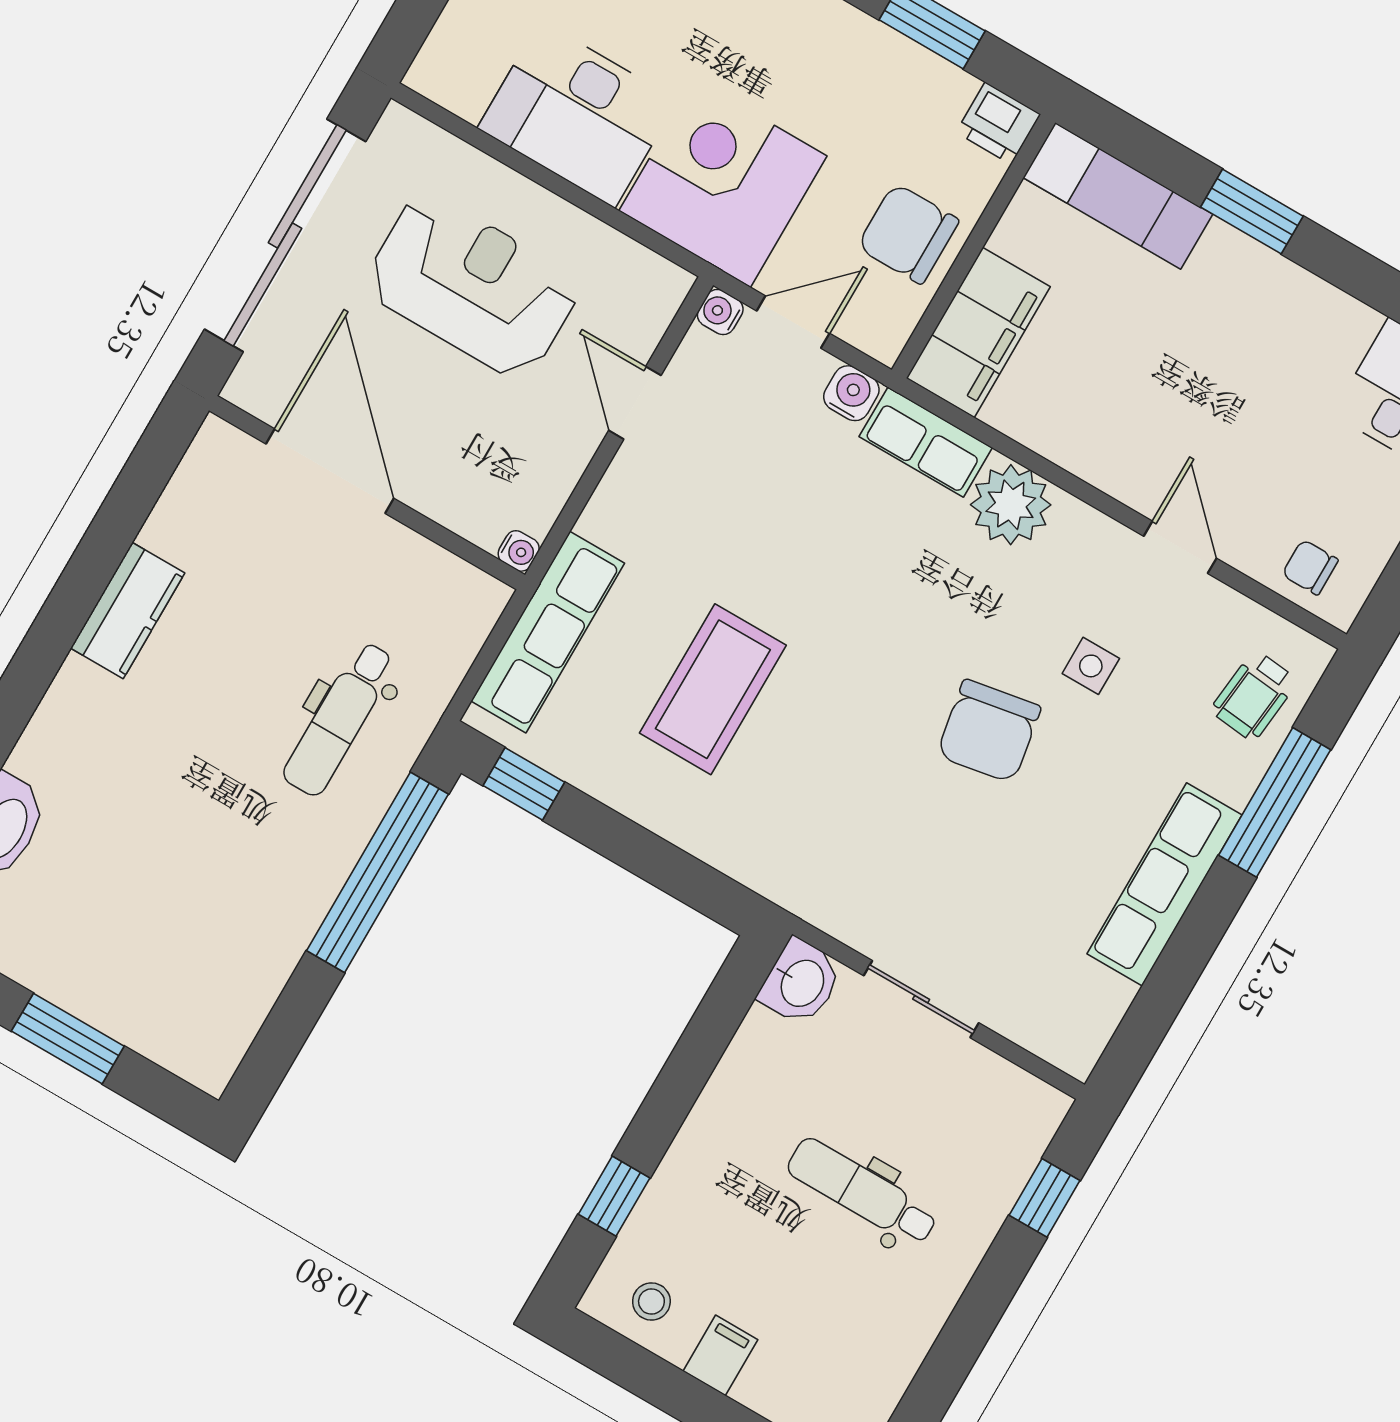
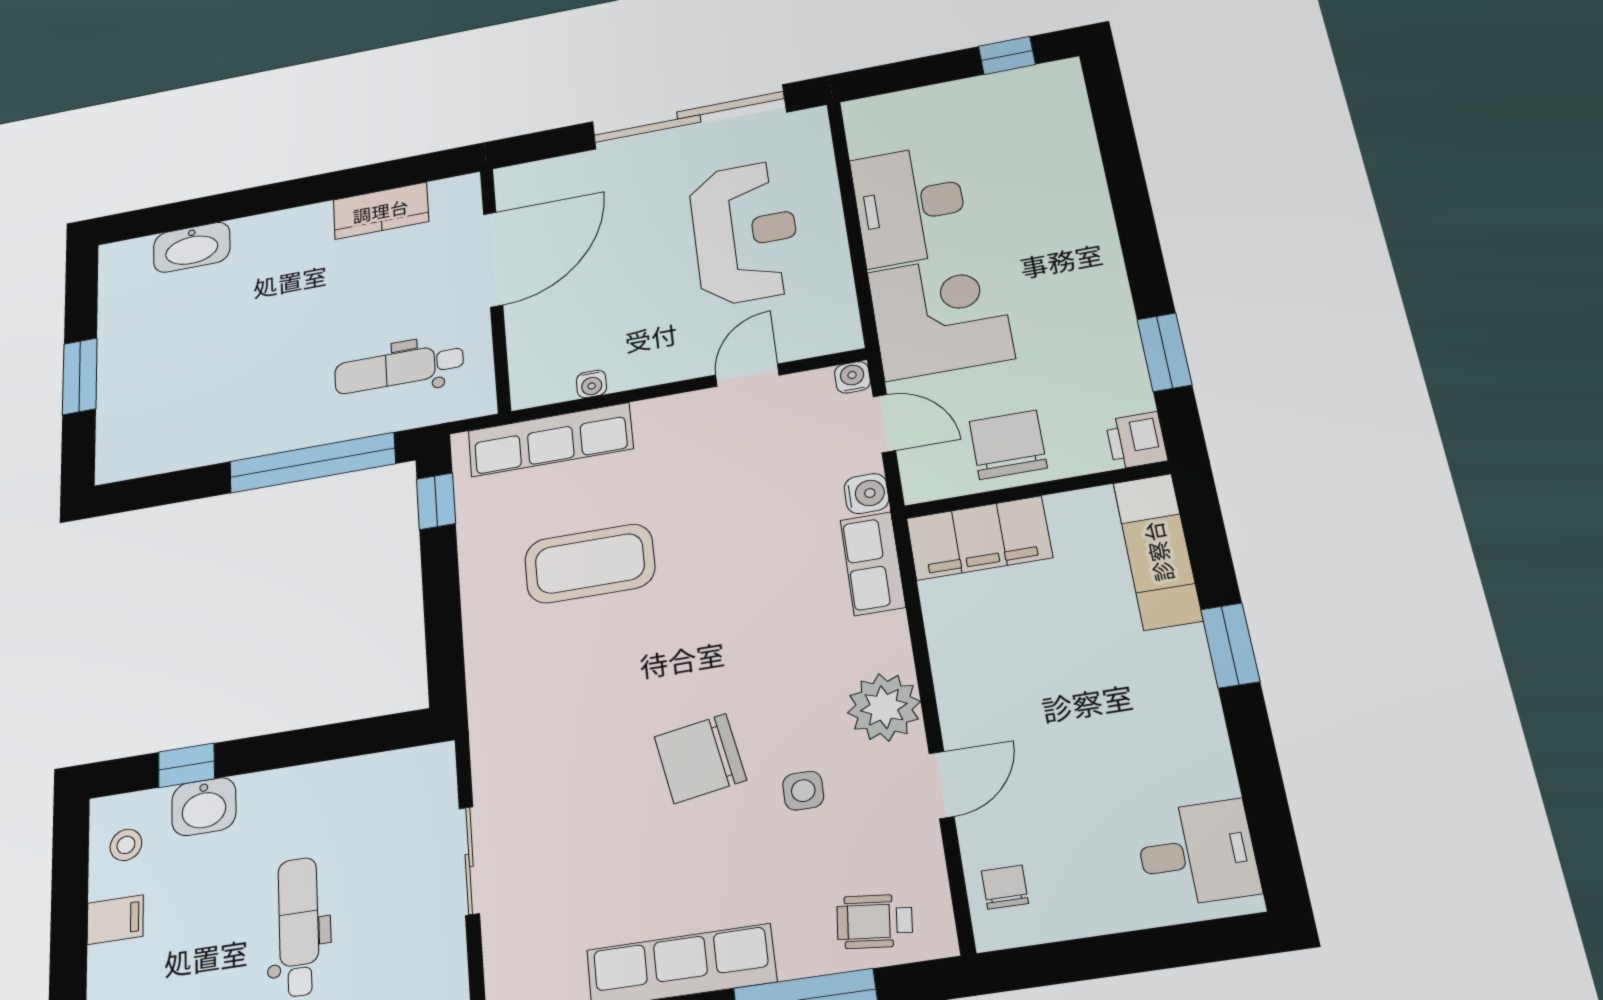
door: (330, 471) -> (493, 259), moved
wall: (367, 493) -> (495, 288), moved
plant: (1011, 505) -> (884, 707), moved
washbasin: (801, 982) -> (204, 807), moved

